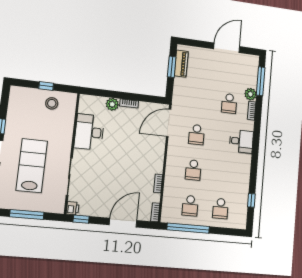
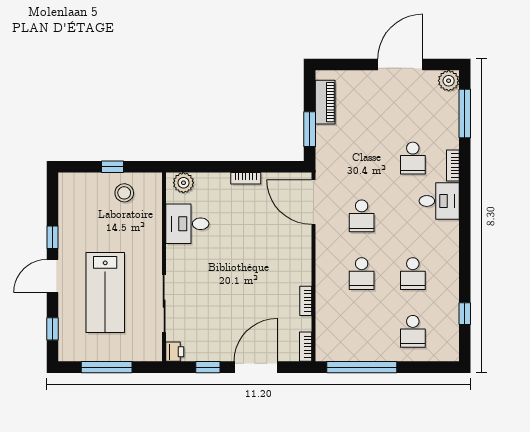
window: (172, 67) -> (310, 129), moved
plant: (250, 94) -> (449, 81), moved
plant: (112, 104) -> (183, 183), moved
door: (169, 123) -> (313, 202), hinge flipped
desk: (89, 132) -> (187, 224), width x0.73
desk: (241, 141) -> (439, 201), moved
lab bench: (32, 166) -> (105, 293), turned 180
school desk: (190, 206) -> (413, 274), moved
window: (81, 219) -> (208, 367), moved

